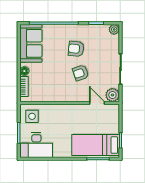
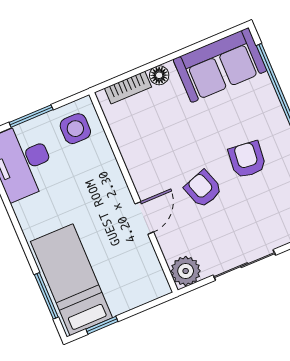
door: (97, 103) -> (144, 218), moved

